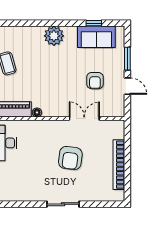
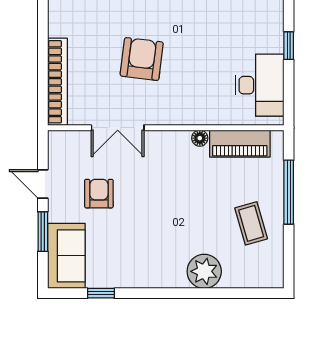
plant: (54, 36) -> (204, 271), moved
sofa: (96, 37) -> (66, 256), moved, turned 90
bookcase: (119, 165) -> (57, 82), moved

